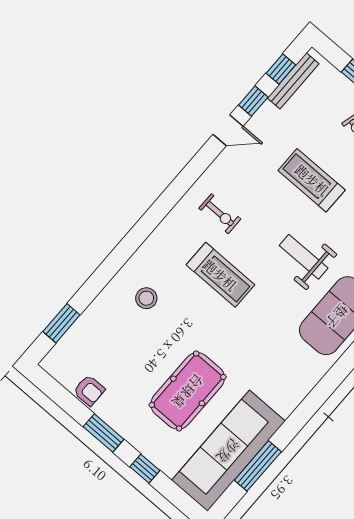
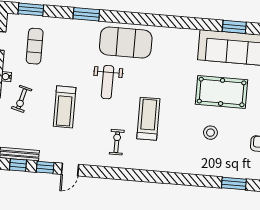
door: (228, 130) -> (70, 169), swing flipped
stool: (146, 298) -> (210, 133), moved
window: (258, 466) -> (234, 27), width x0.69

